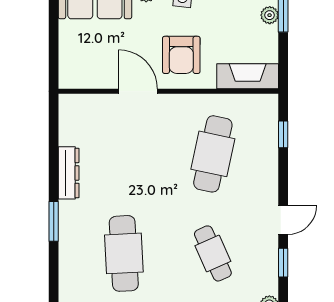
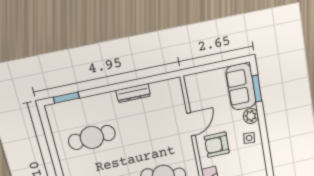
window: (54, 221) -> (66, 98), moved

